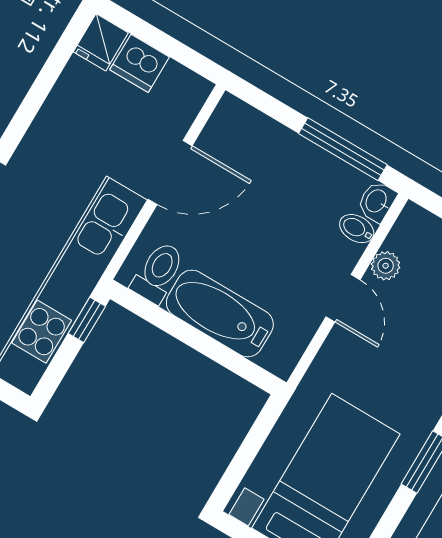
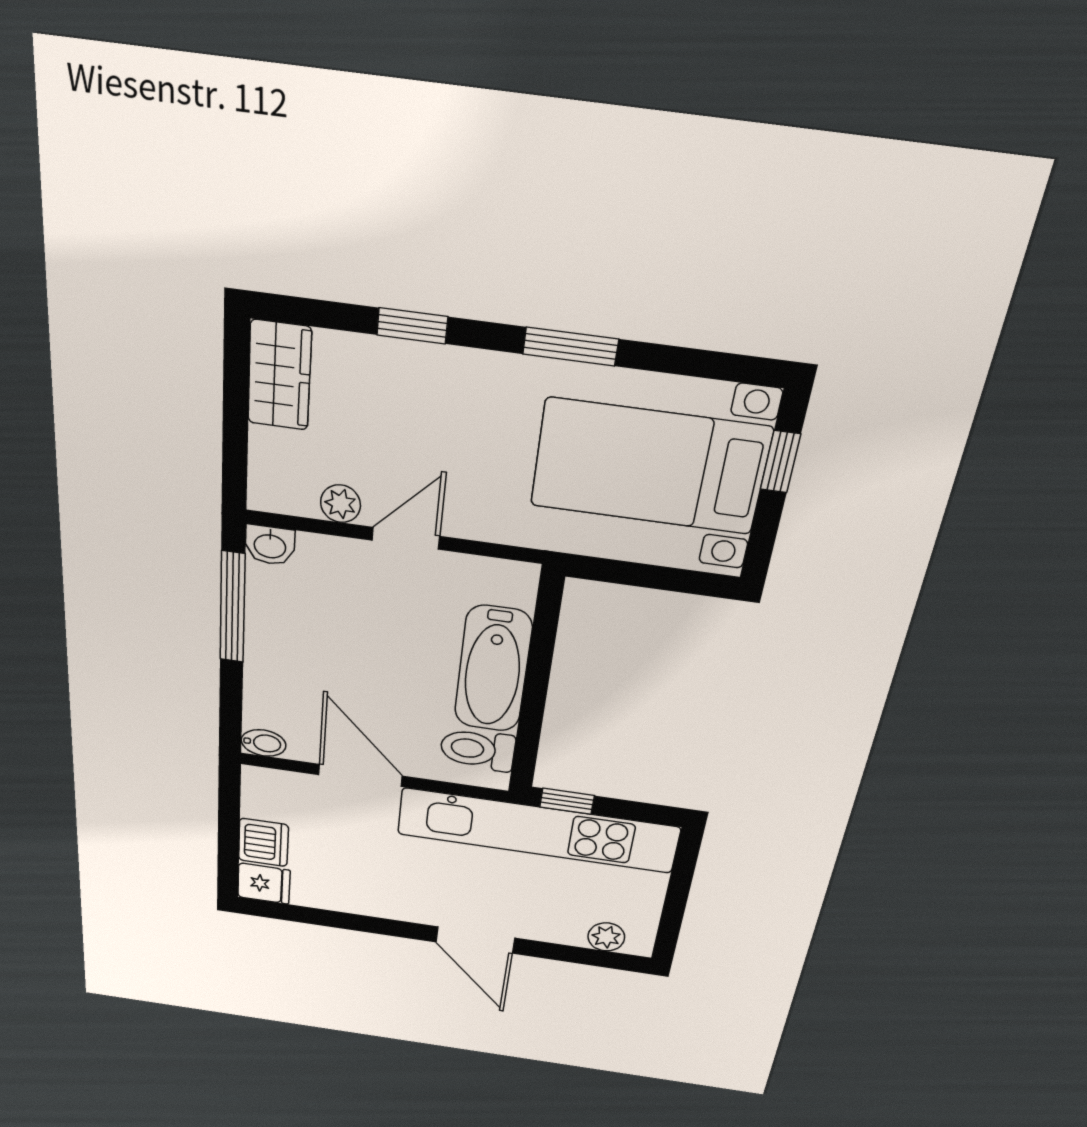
bidet: (357, 229) -> (264, 743), moved, turned -90

